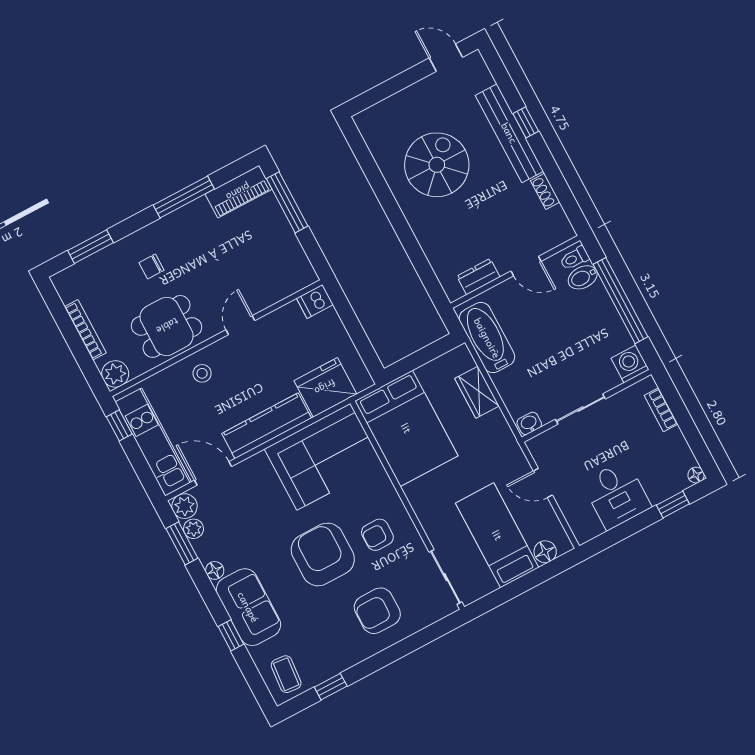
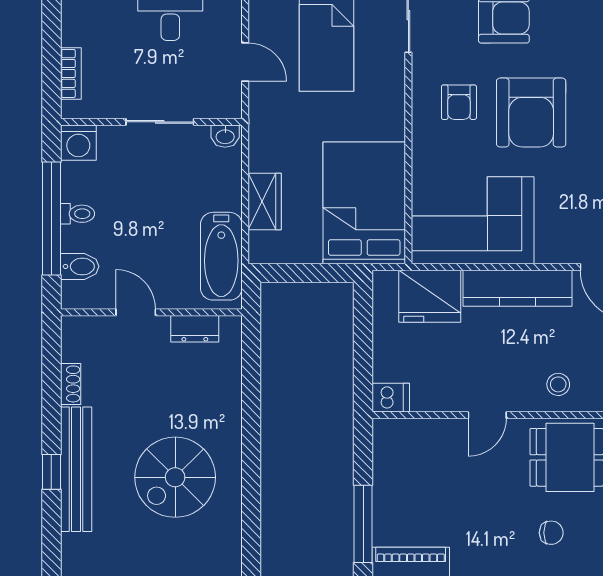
toilet: (575, 258) -> (77, 214), moved
armchair: (377, 535) -> (459, 102), turned 90

